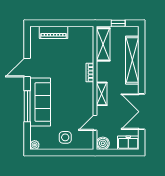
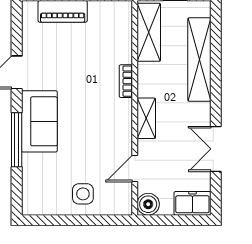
sofa: (40, 102) -> (39, 121), width x0.73
double door: (142, 112) -> (216, 149), width x0.73
plant: (35, 145) -> (30, 207), removed

